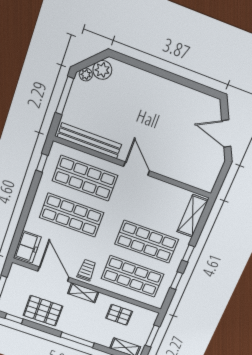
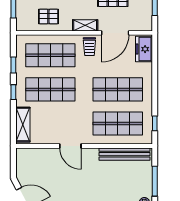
door: (137, 169) -> (70, 146), moved
door: (53, 274) -> (115, 33), hinge flipped

